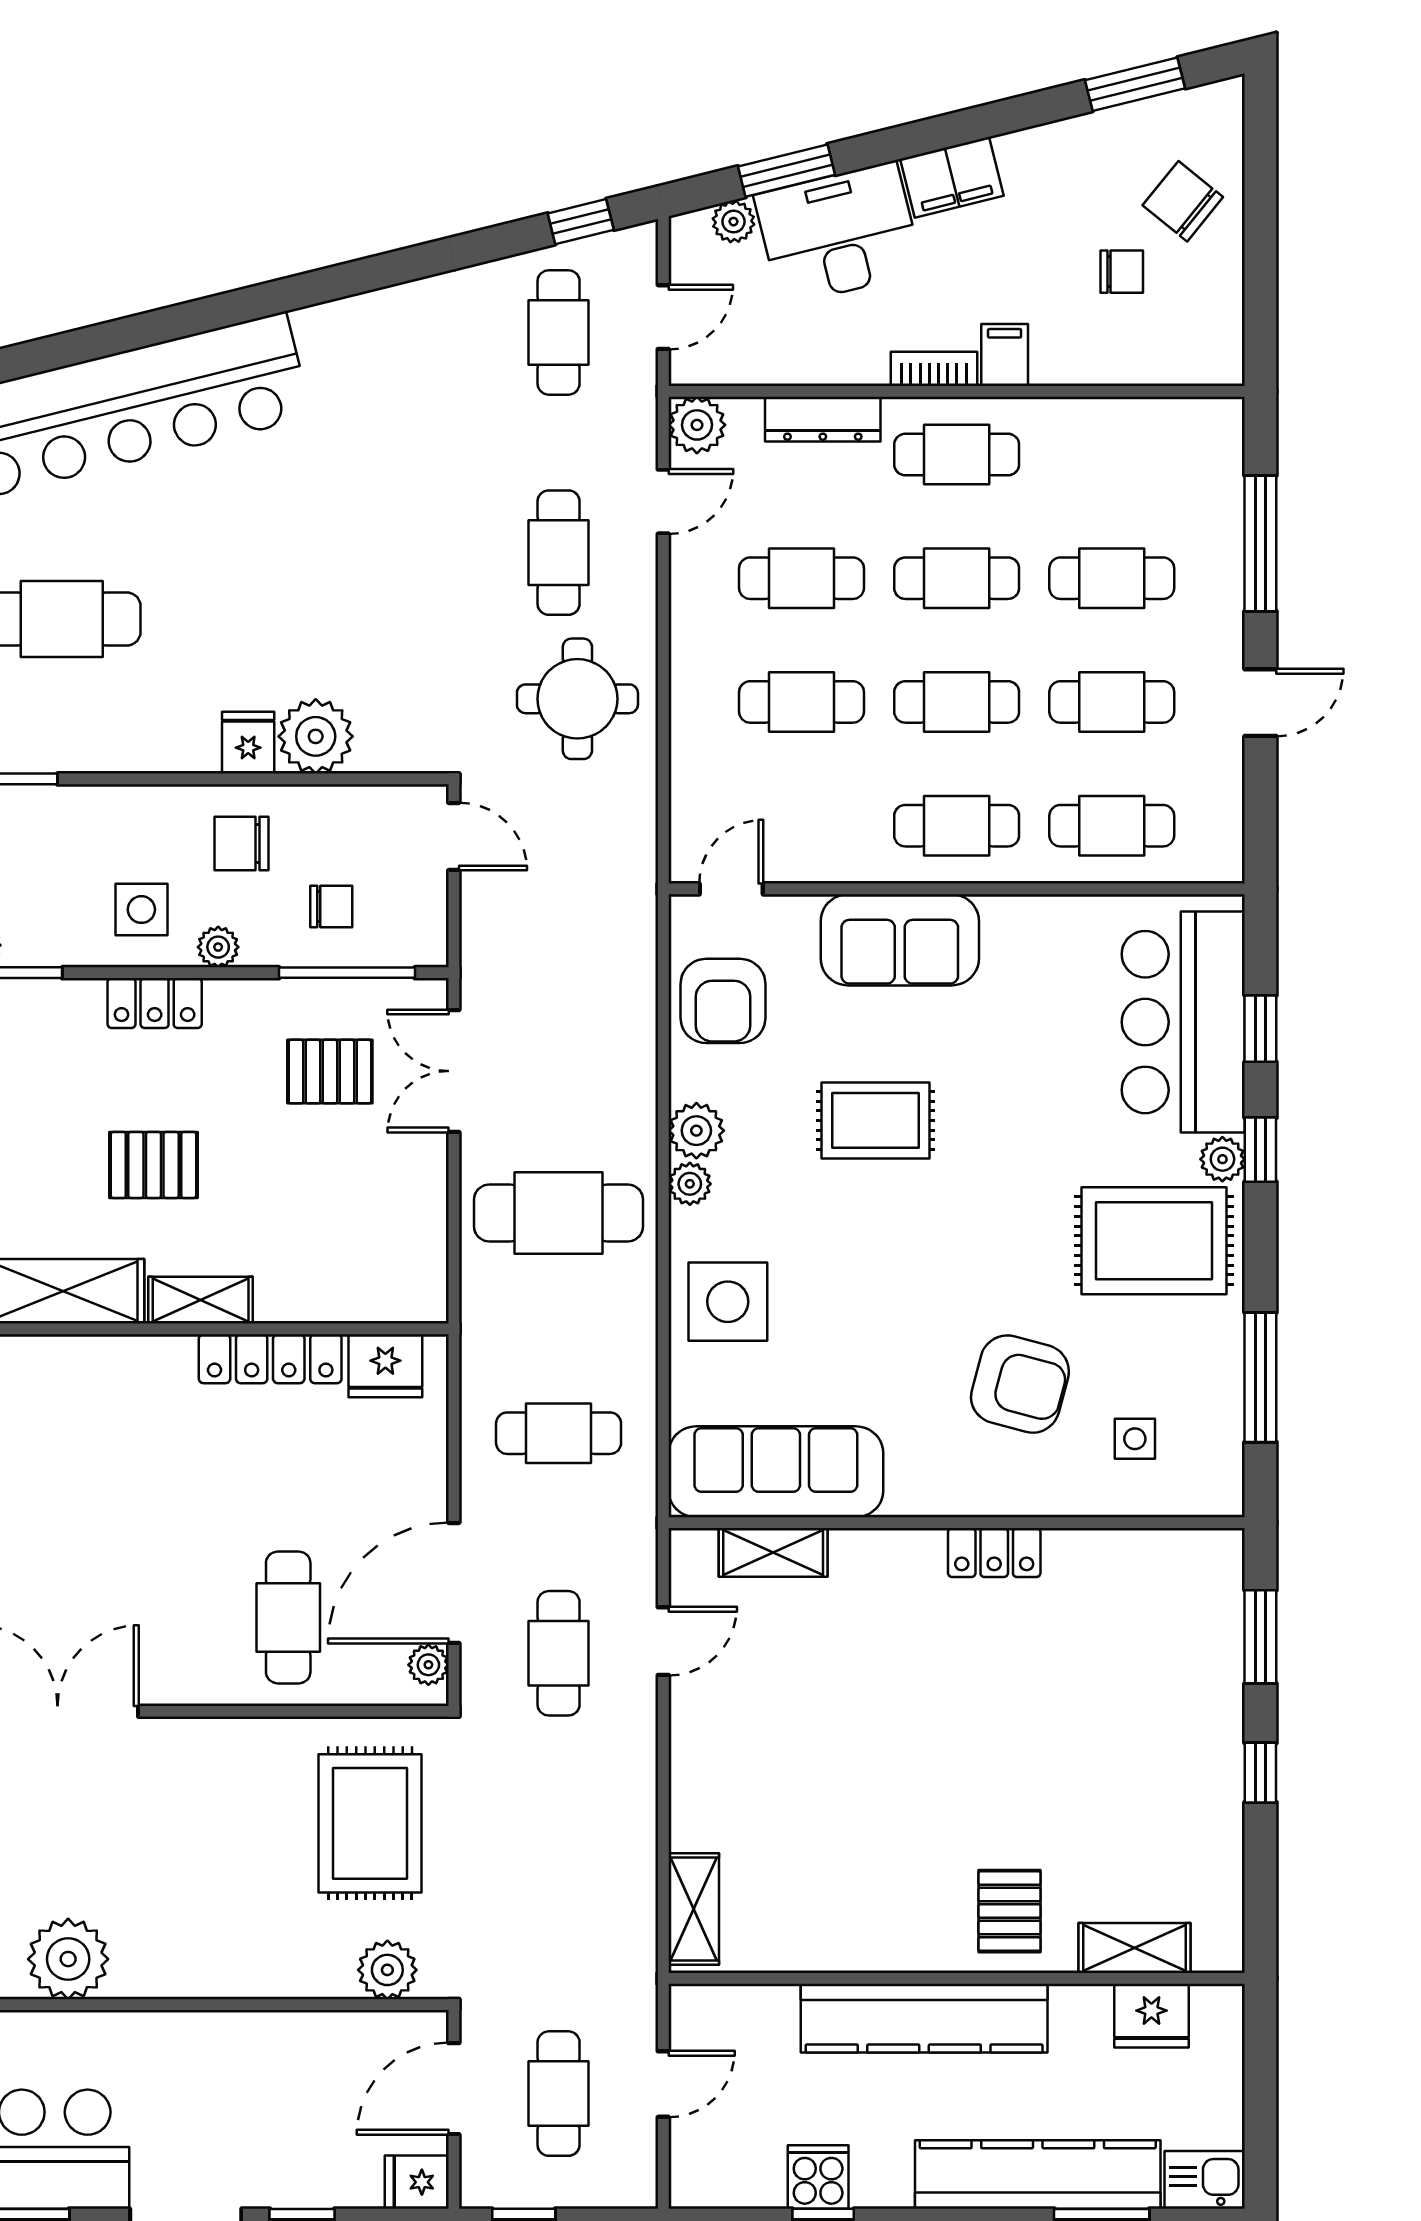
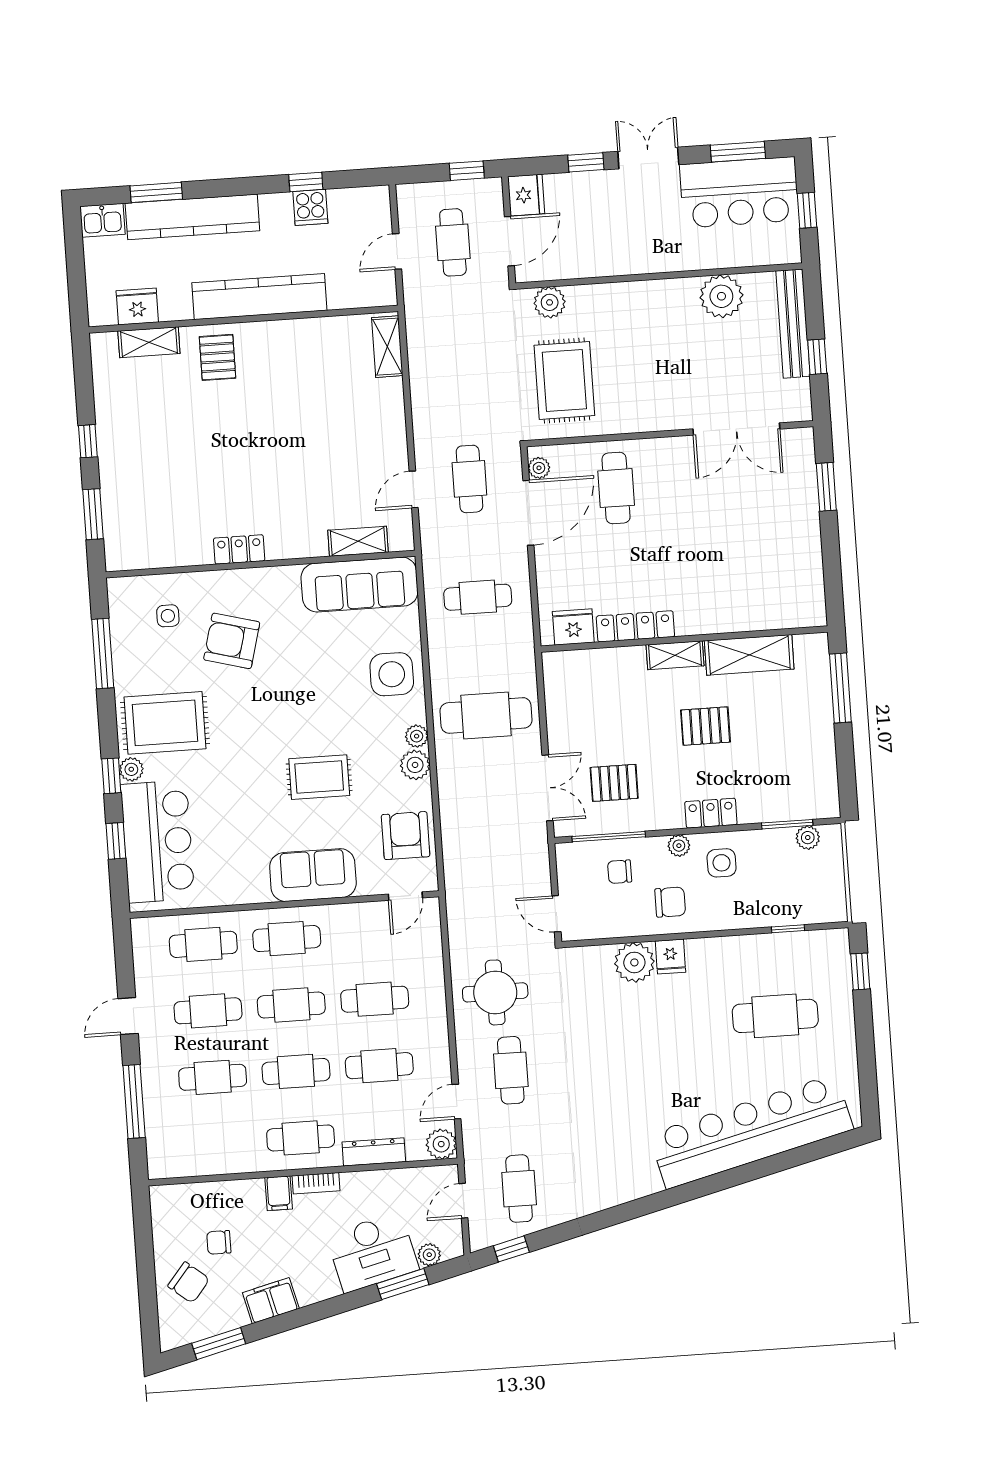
filing cabinet: (952, 177) -> (271, 1301), moved
fridge: (417, 2182) -> (526, 195), width x1.38

